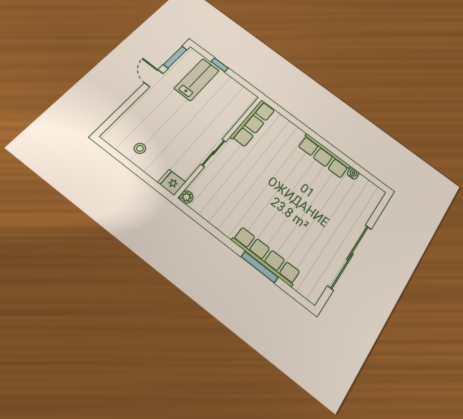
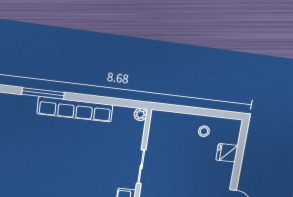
fridge: (172, 182) -> (227, 153), moved, turned 180
row of seats: (266, 256) -> (75, 109), moved

